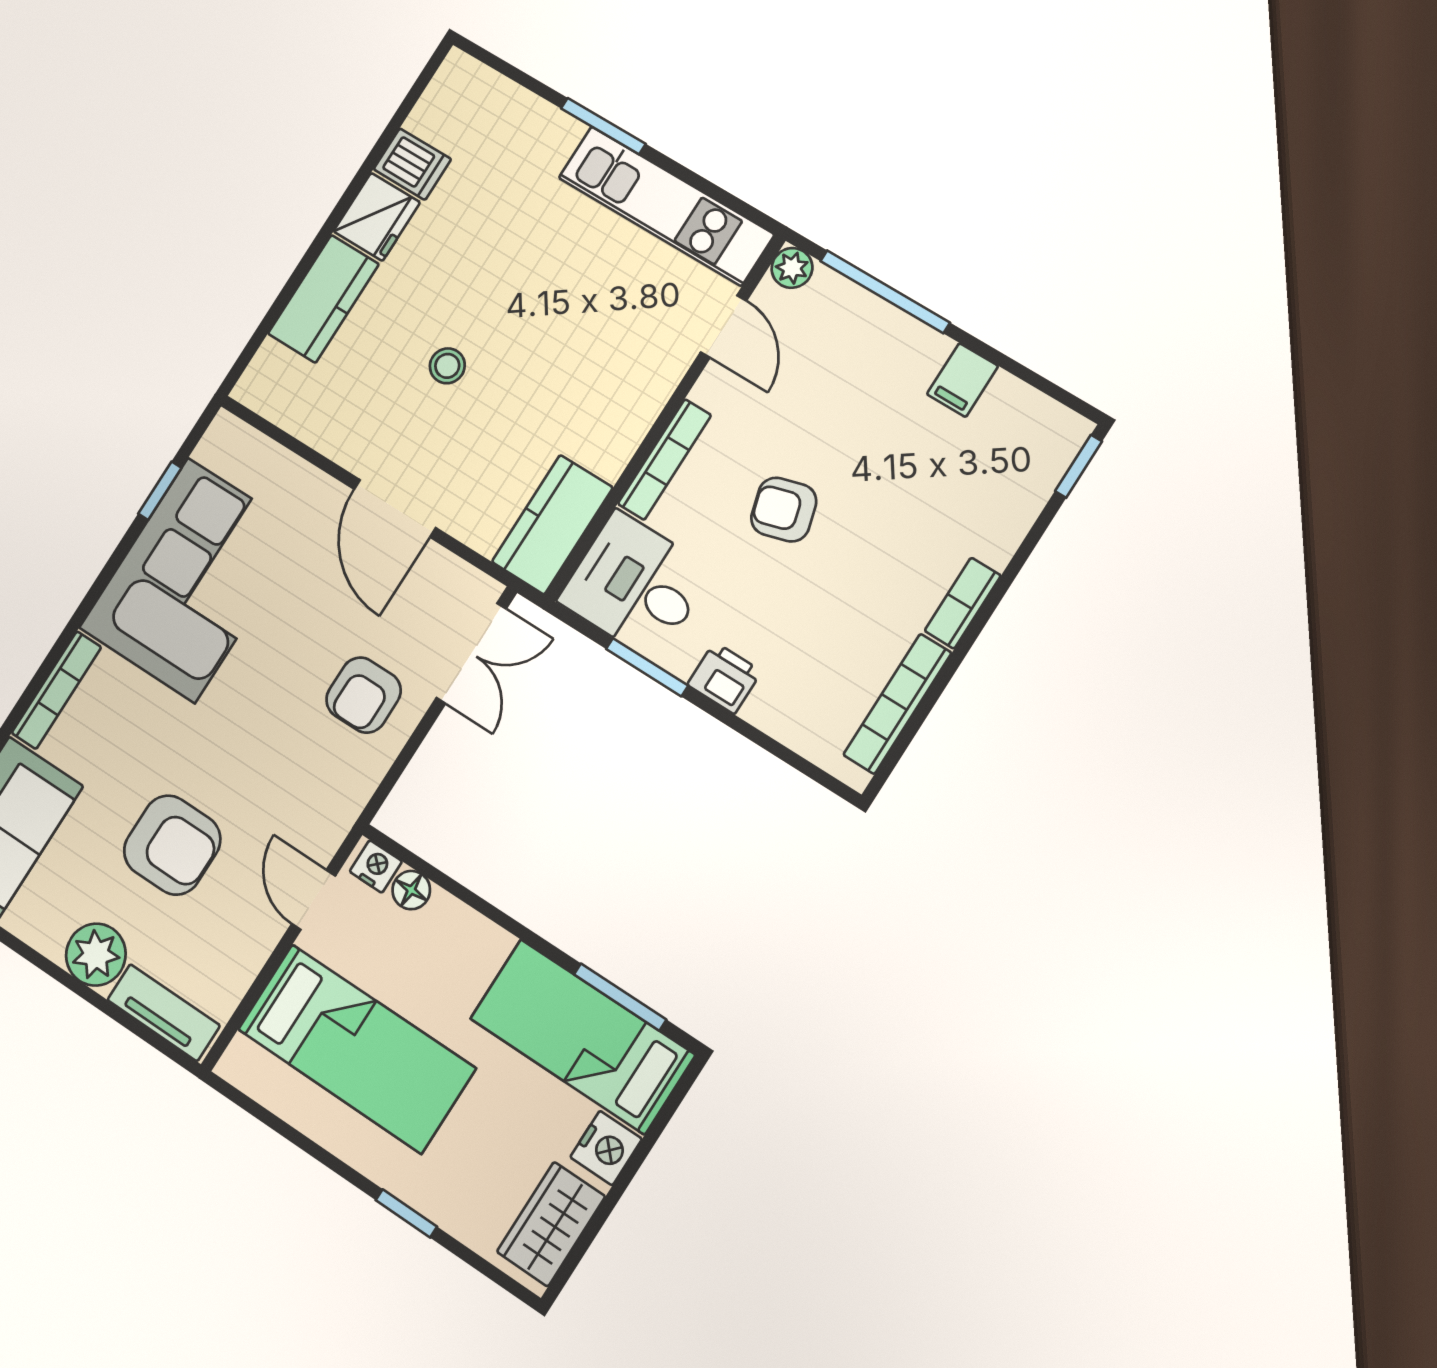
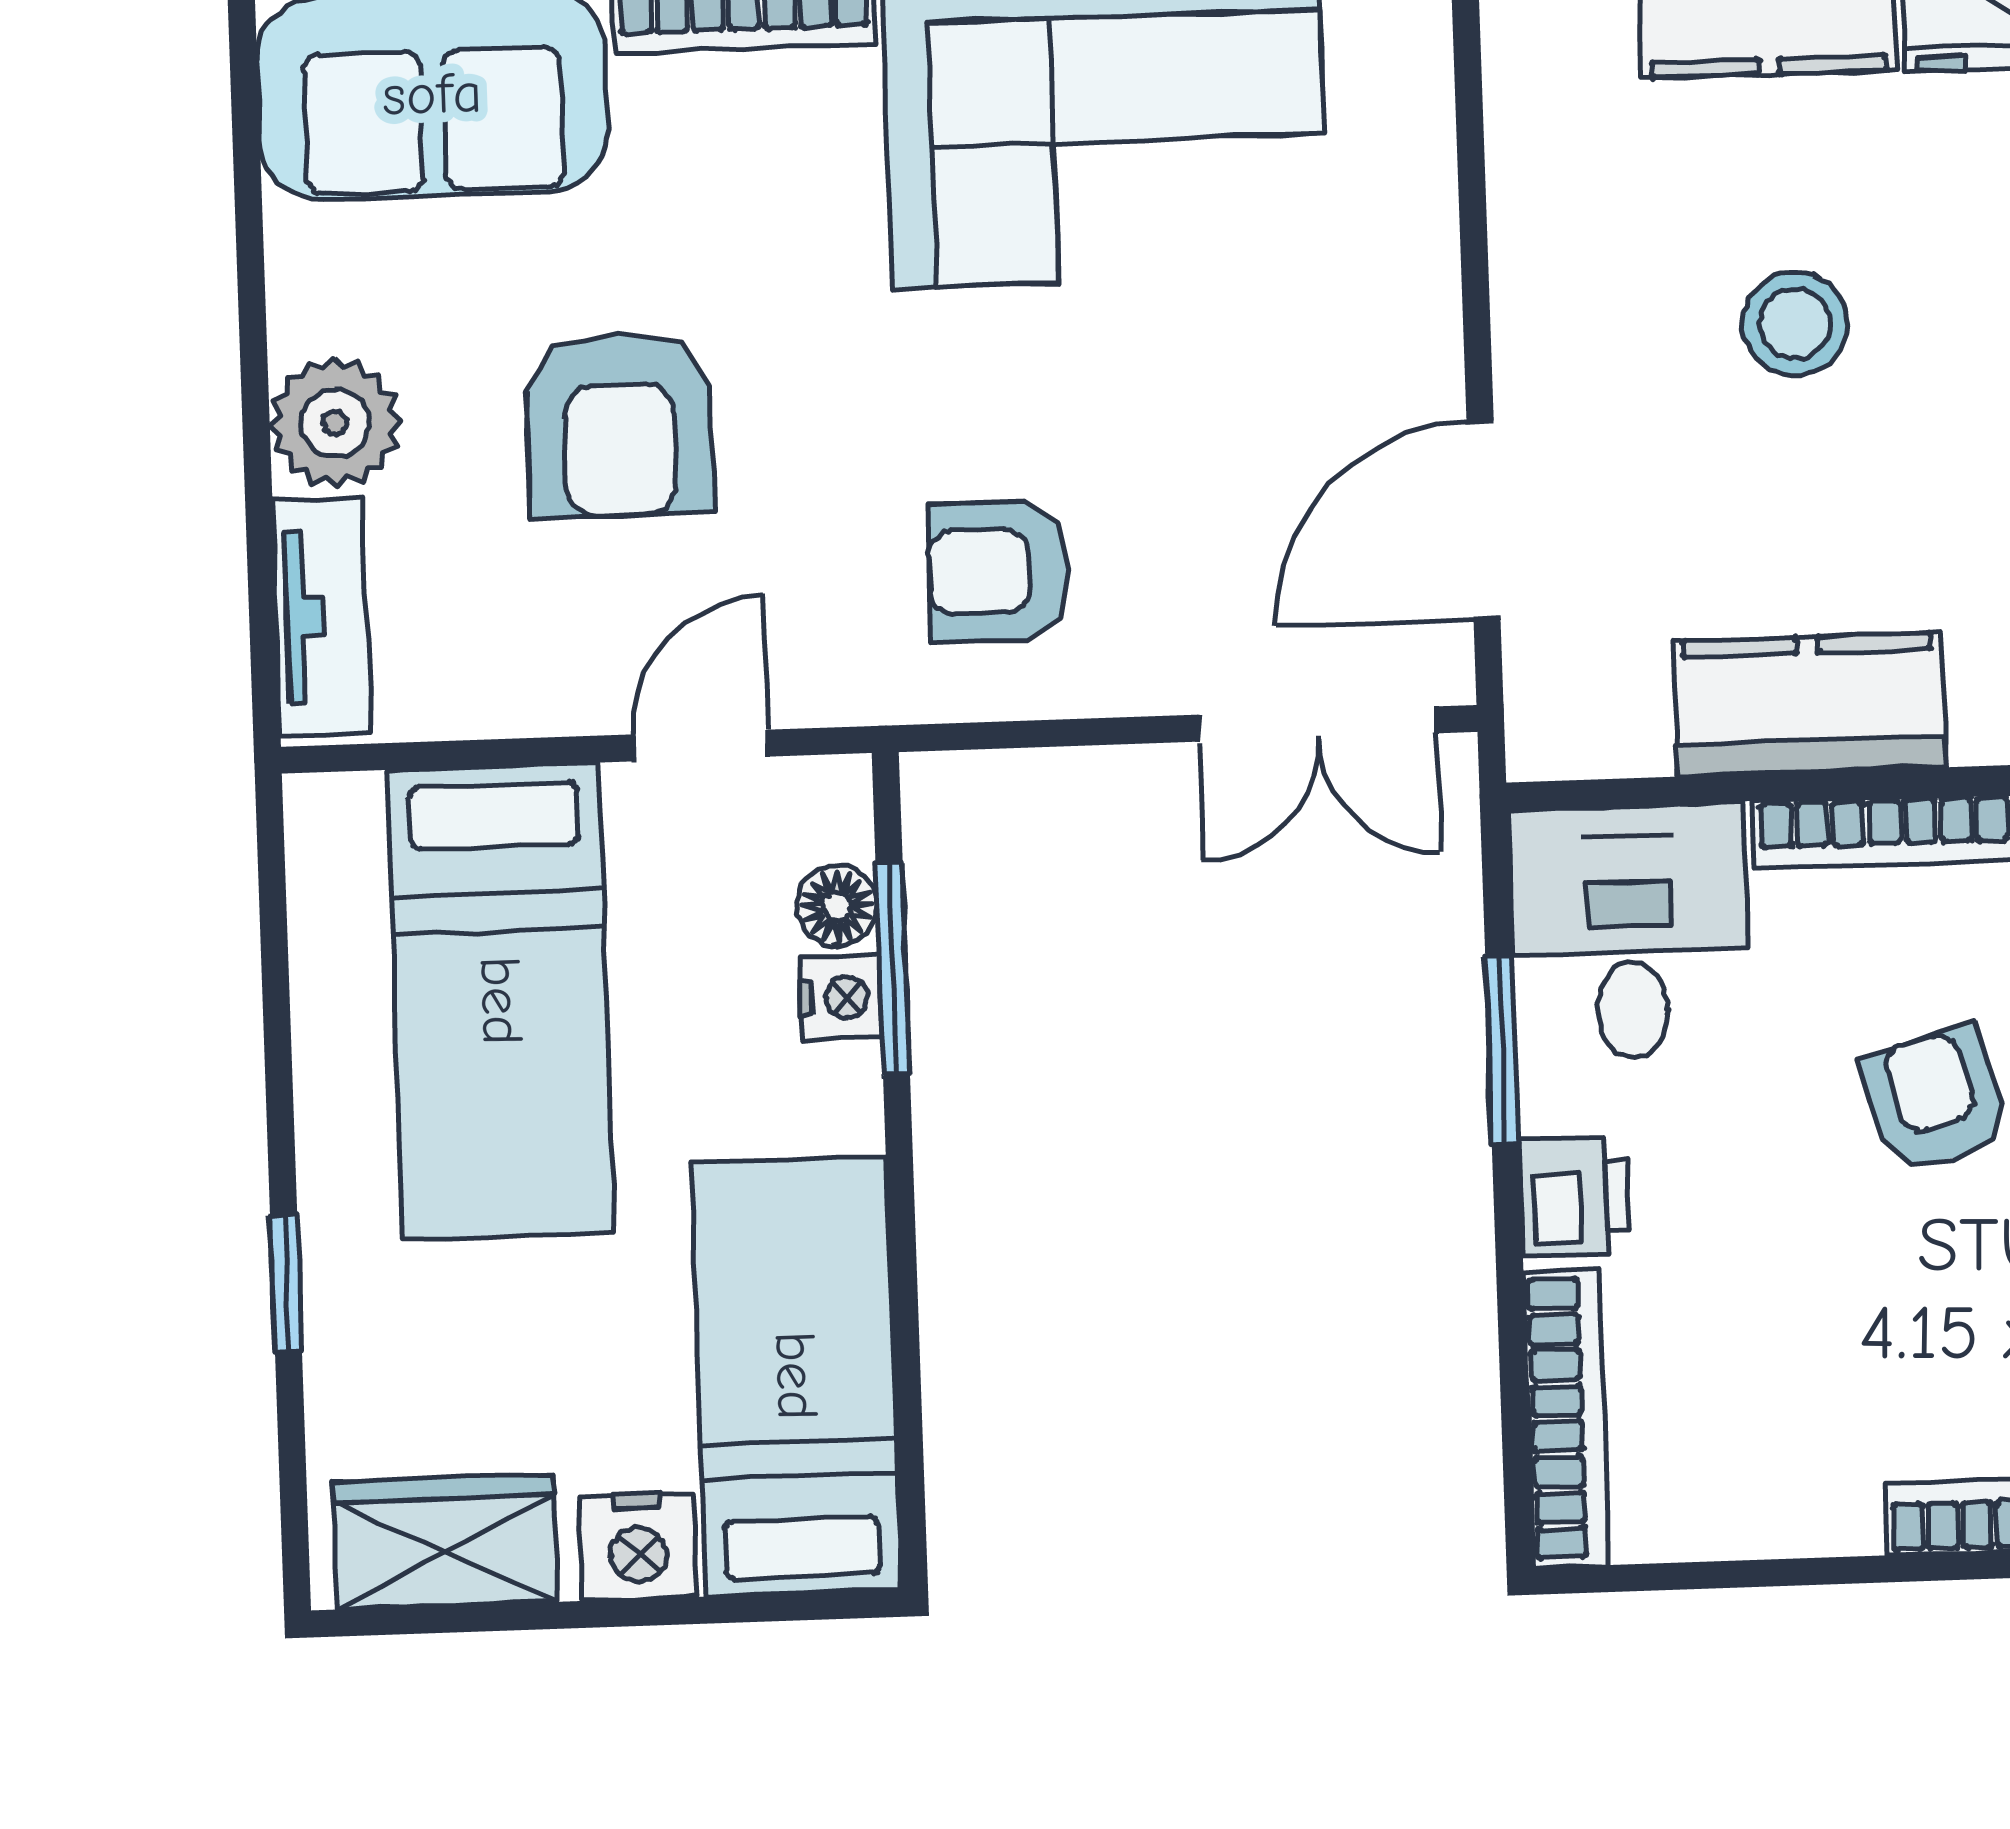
stool: (447, 366) -> (1795, 324), width x1.37, depth x1.37
door: (395, 508) -> (1484, 520), moved
kitchen counter: (552, 525) -> (1809, 705), moved
armchair: (364, 695) -> (999, 572), moved
bookcase: (897, 704) -> (1566, 1418), moved, turned 90
nightstand: (376, 866) -> (841, 997), moved
window: (620, 997) -> (893, 969), moved

